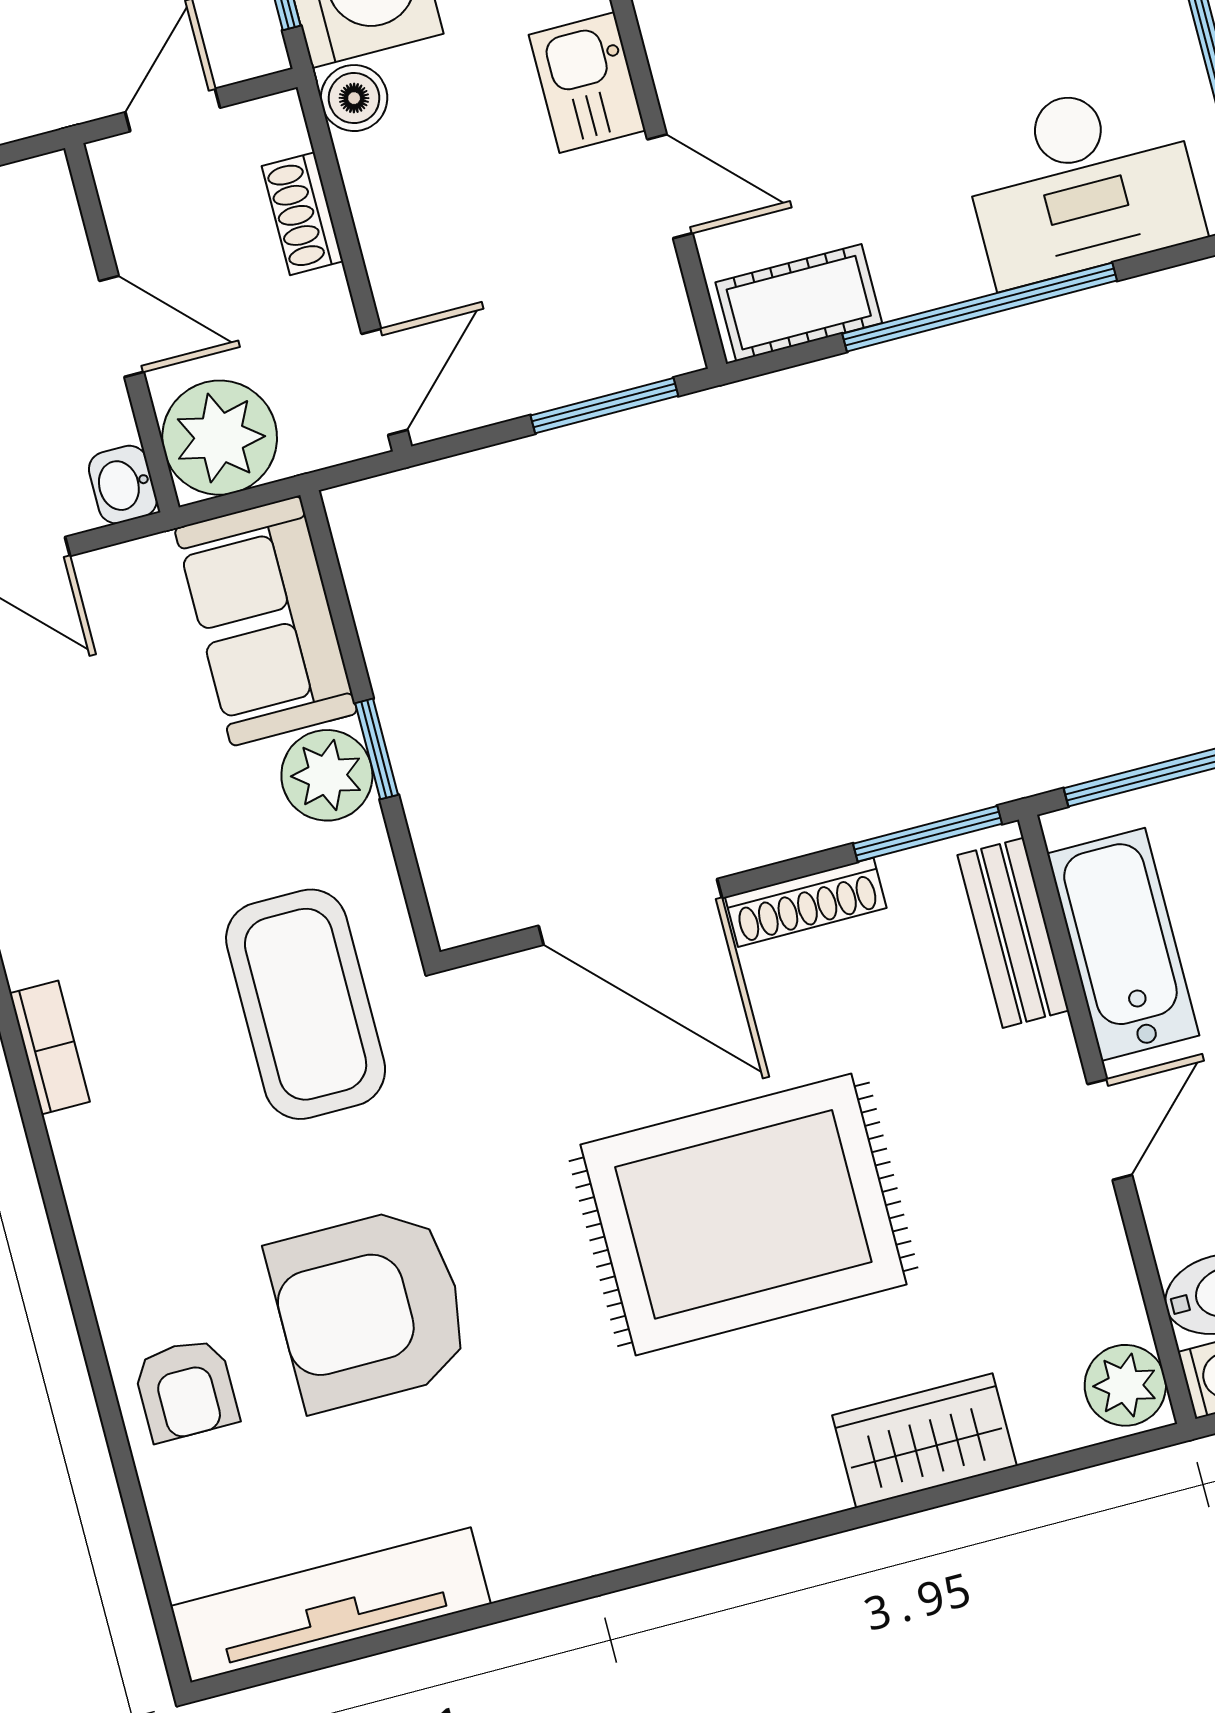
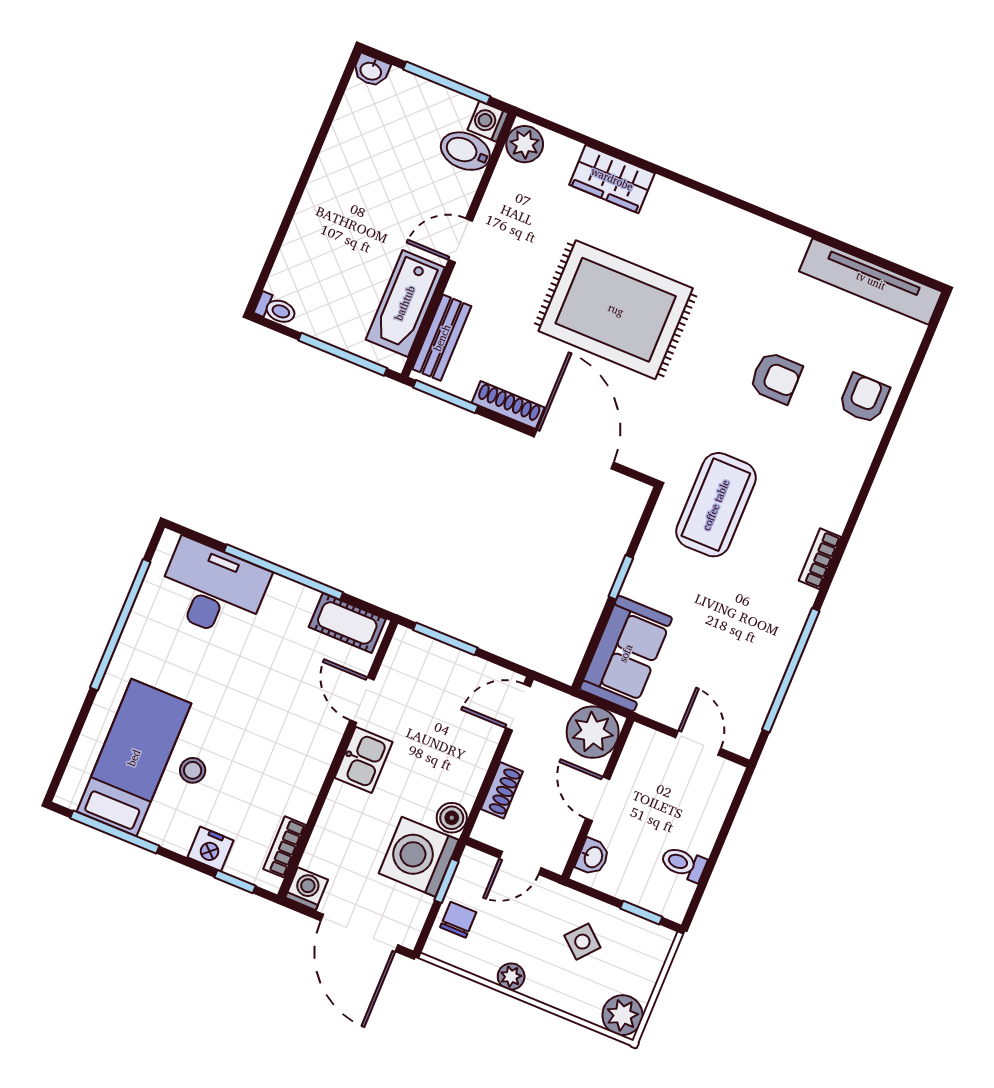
washbasin: (123, 485) -> (593, 857), moved
plant: (327, 775) -> (646, 581), removed
armchair: (370, 1309) -> (776, 378), width x0.53, depth x0.53

